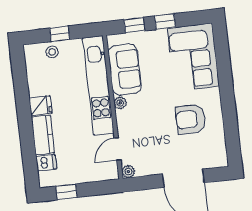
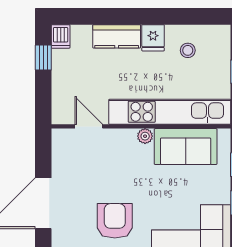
stool: (52, 52) -> (188, 50), moved
dishwasher: (46, 163) -> (61, 36), moved
plant: (128, 172) -> (59, 137), removed

